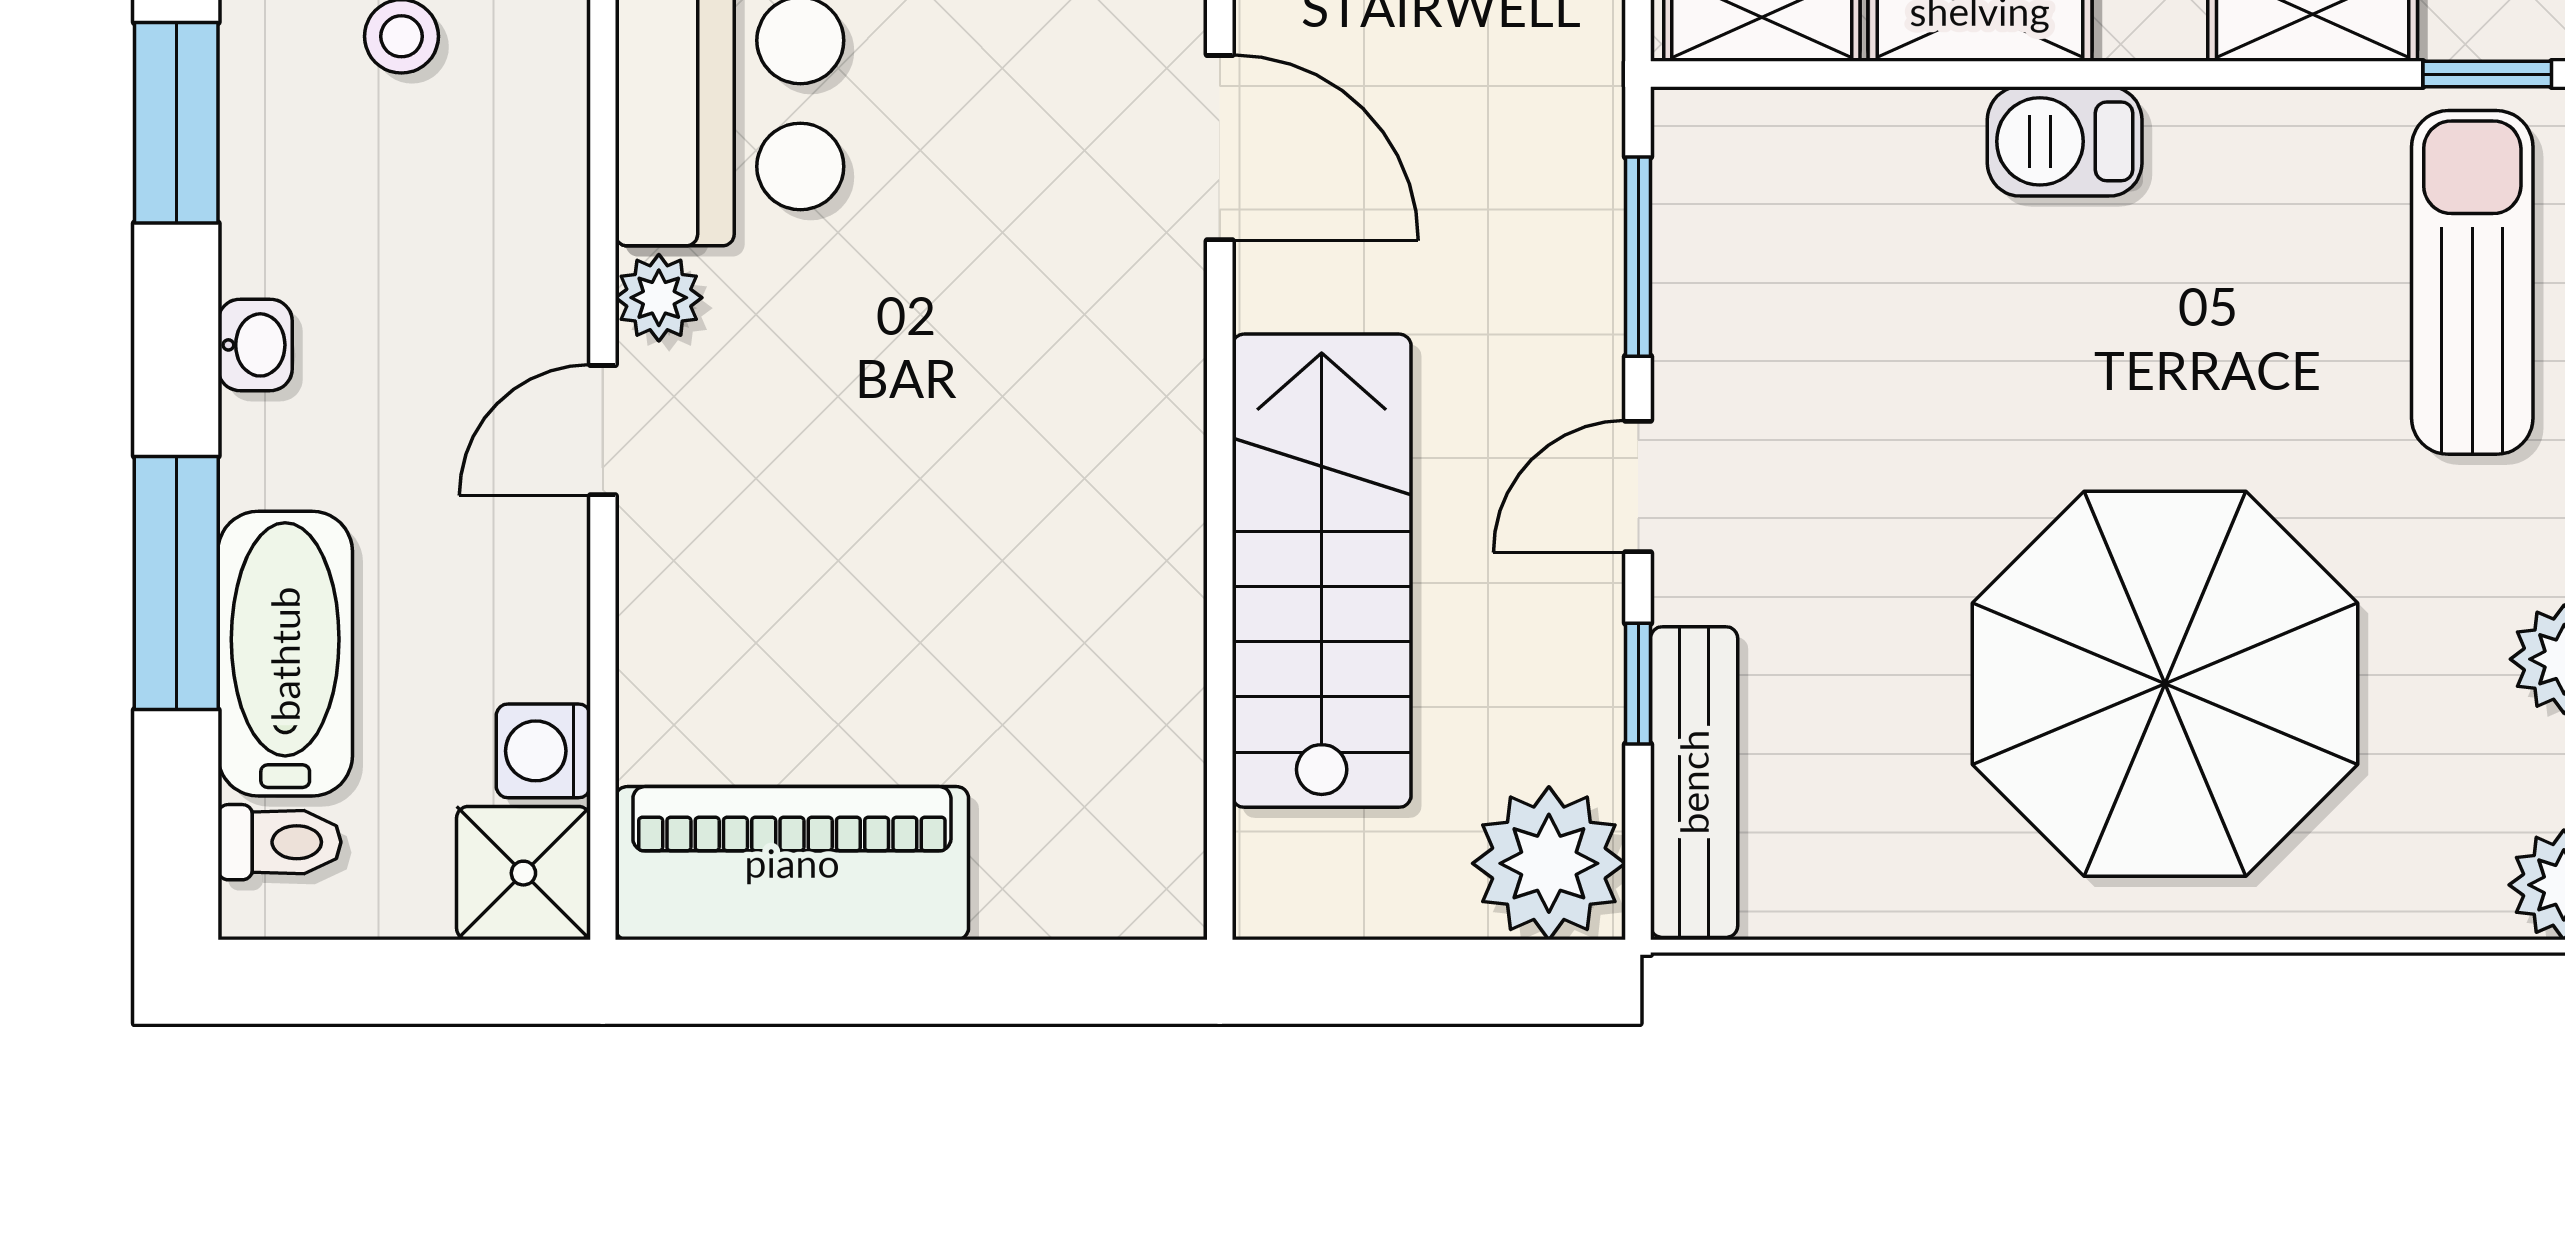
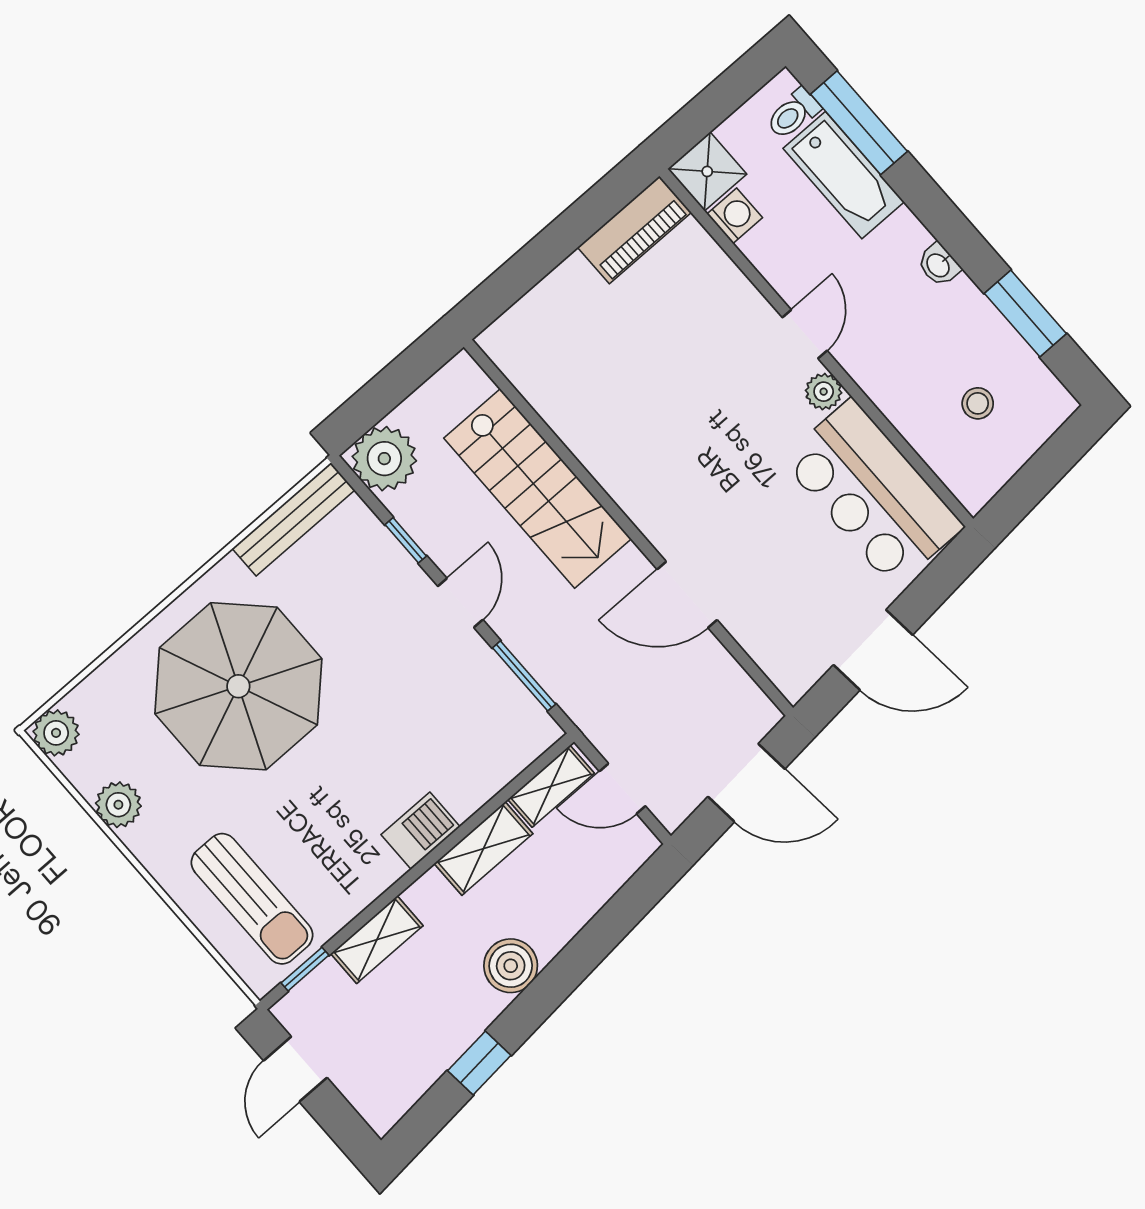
window: (176, 583) -> (859, 123), moved
bench: (1694, 782) -> (294, 519), moved, turned 90
piano: (792, 863) -> (634, 230), width x0.73, depth x0.75

